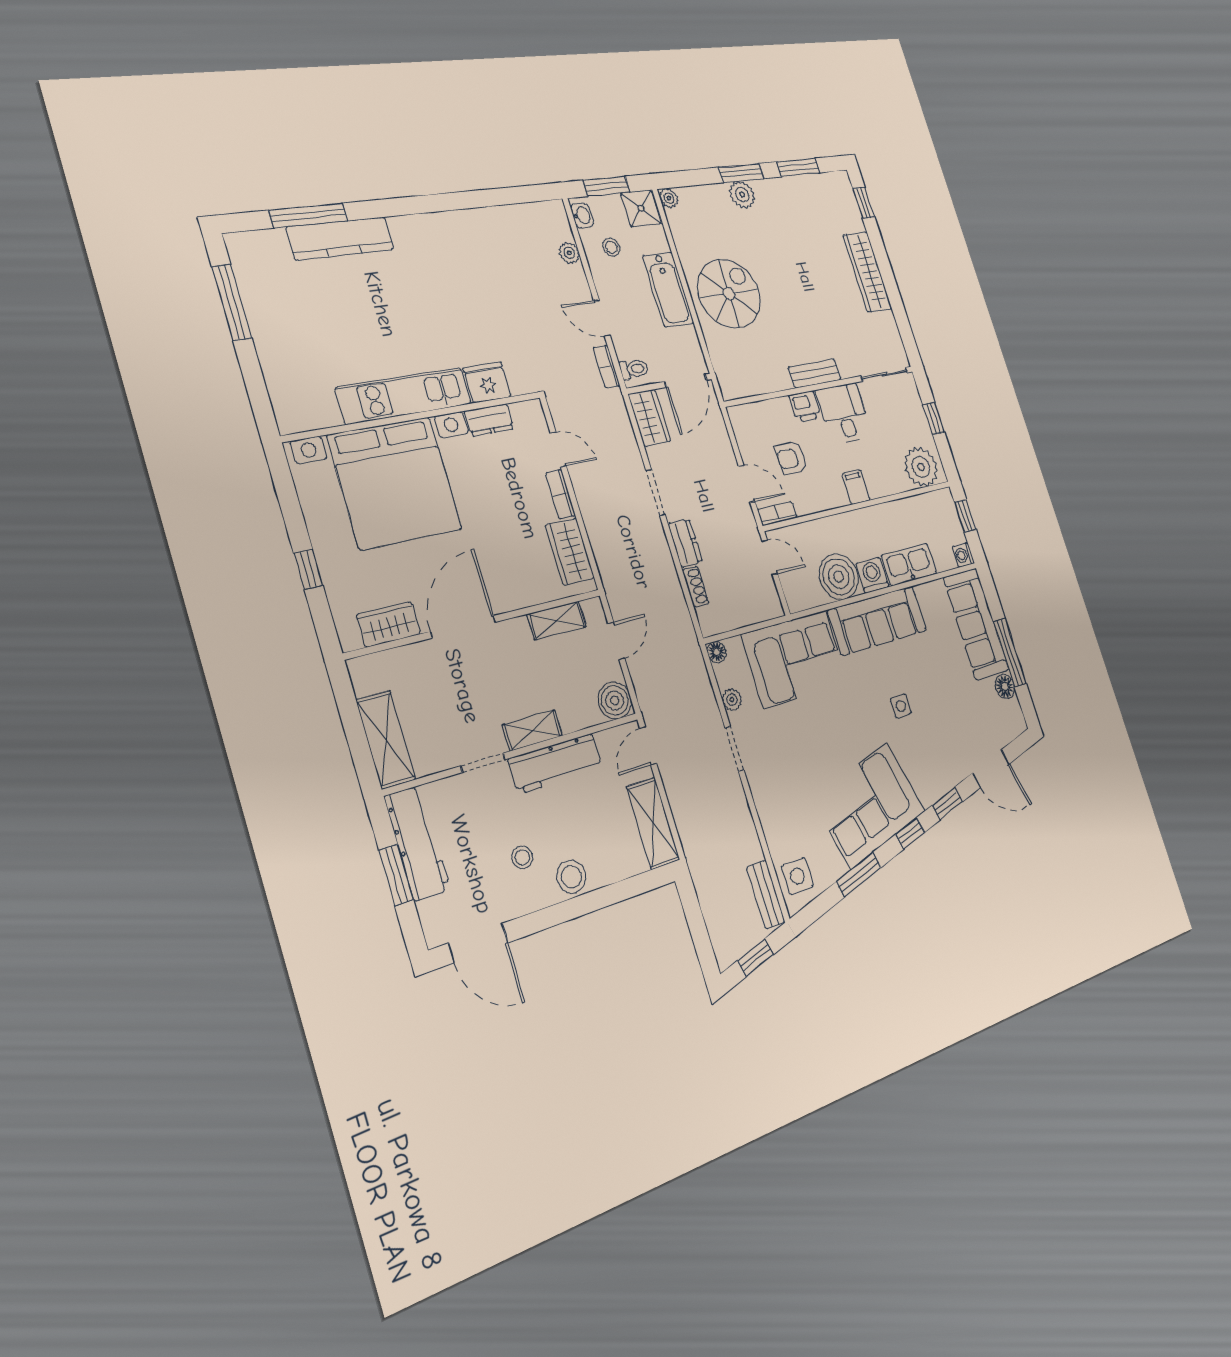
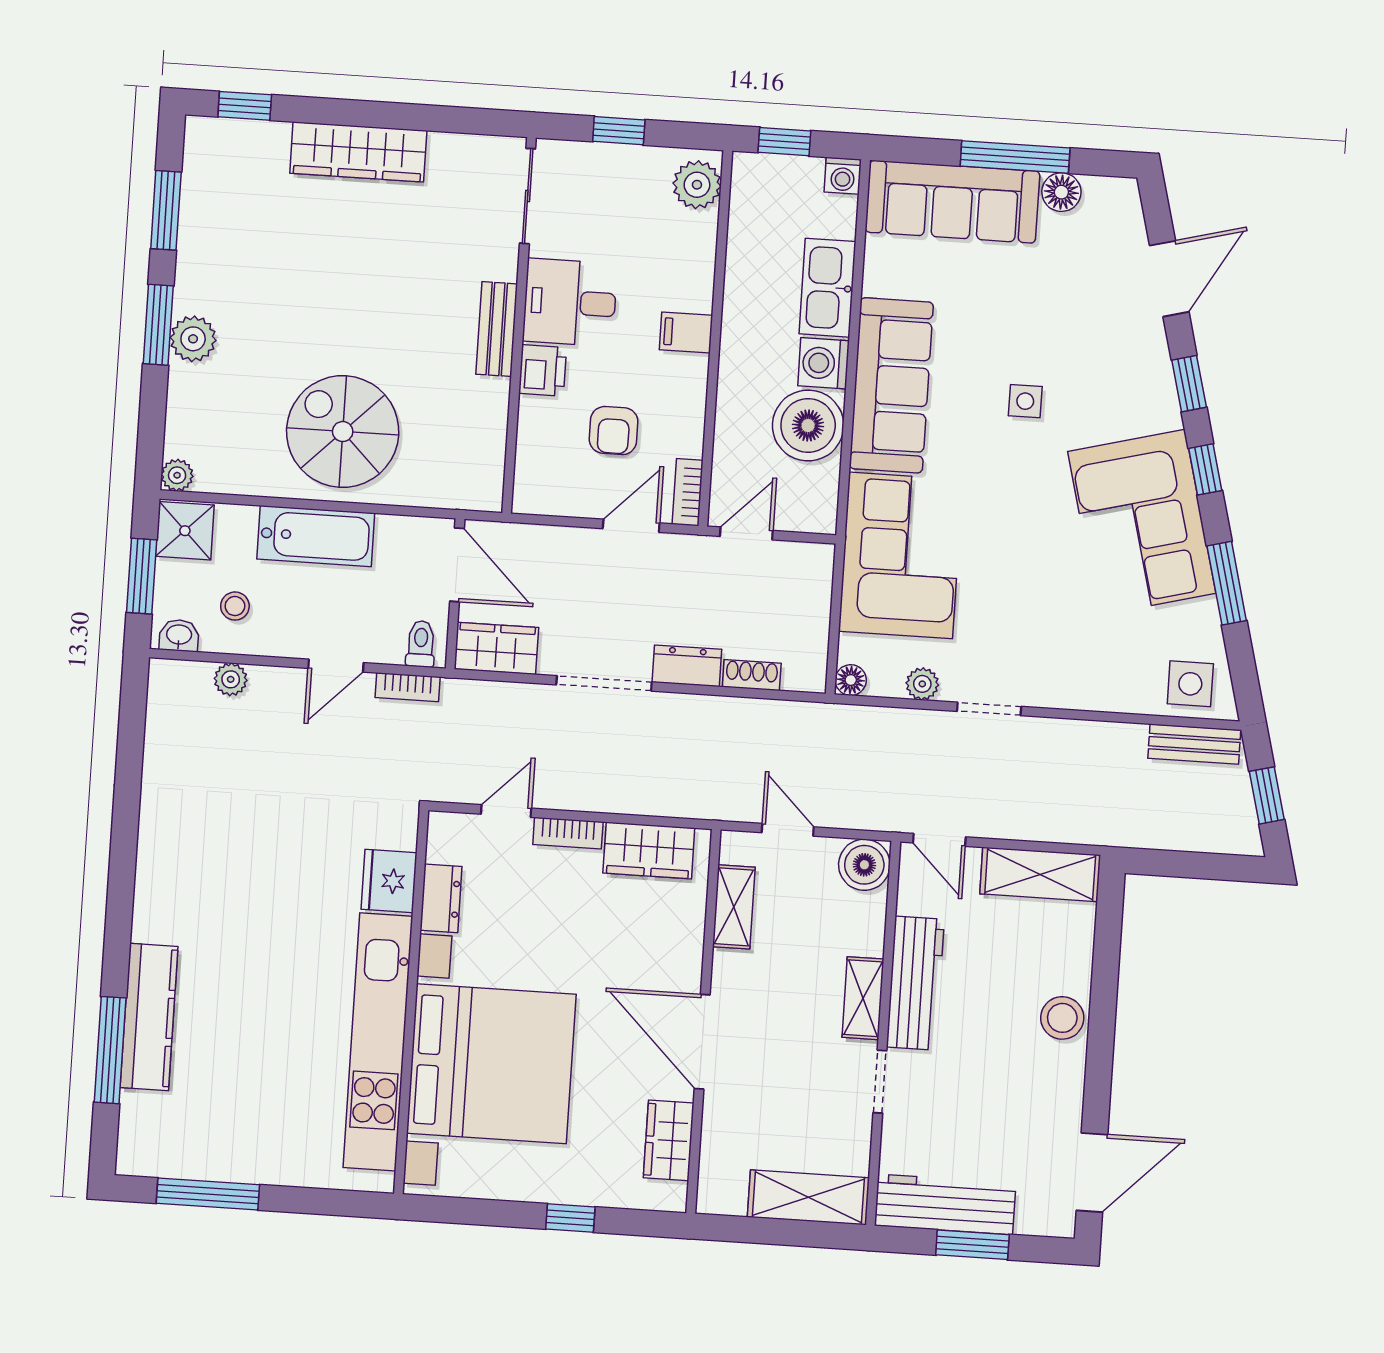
kitchen unit: (404, 396) -> (378, 1042), width x1.36
plant: (921, 467) -> (697, 185), width x0.73, depth x0.73
doorway: (656, 492) -> (604, 683), width x1.38
stool: (522, 857) -> (1014, 1075), removed

